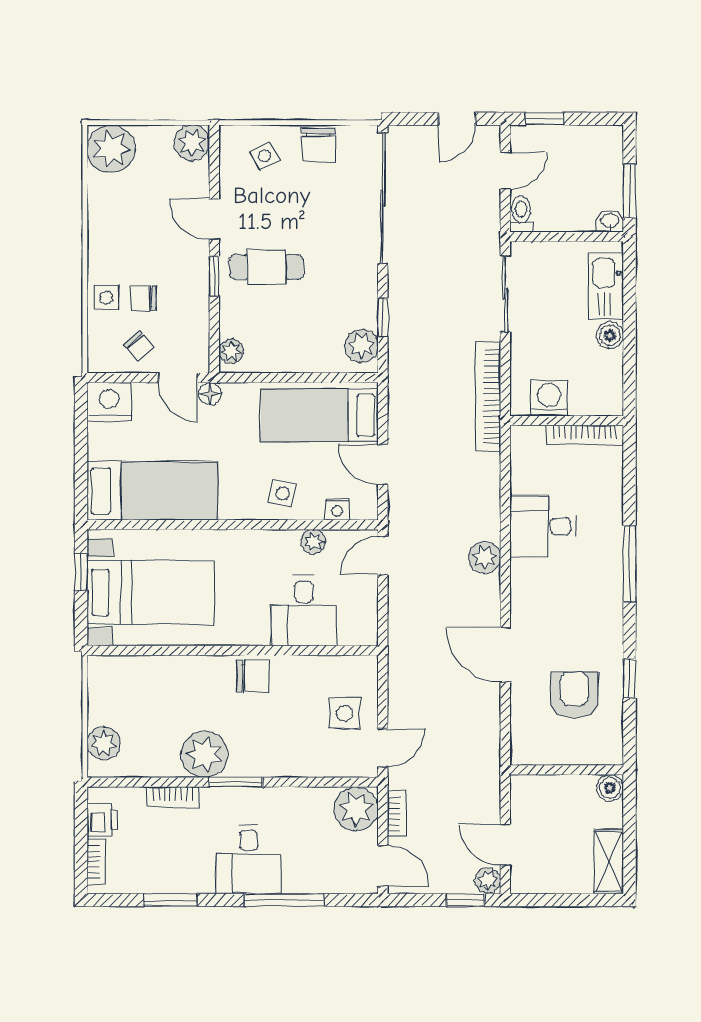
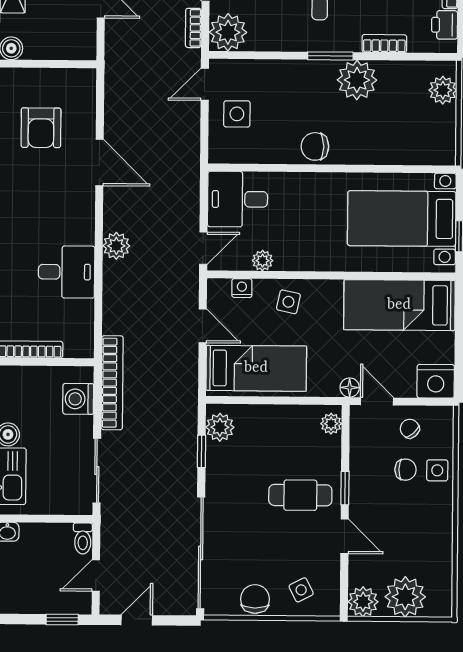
plant: (111, 149) -> (405, 597), moved
washing machine: (549, 398) -> (78, 399), moved, turned 90
desk: (304, 611) -> (238, 199), moved, turned -90

